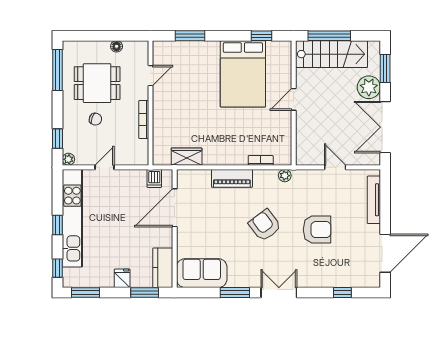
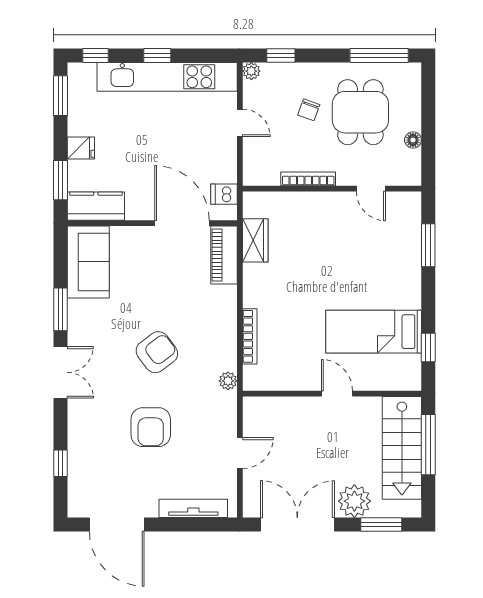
bed: (243, 74) -> (374, 332), width x0.67
bookcase: (261, 160) -> (250, 336), width x1.56
piano: (232, 178) -> (224, 255), moved

